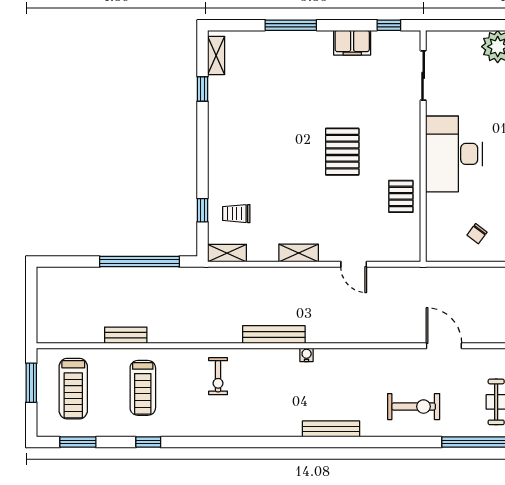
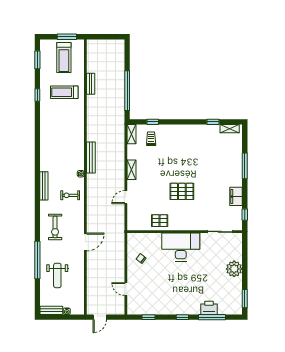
exercise bike: (218, 376) -> (70, 195), moved
treadmill: (73, 389) -> (64, 58), turned -90

